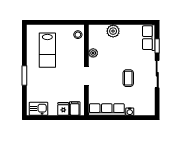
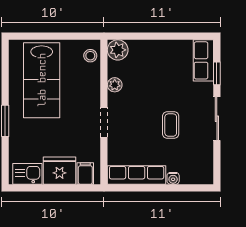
plant: (113, 31) -> (118, 50), moved
lab bench: (47, 50) -> (42, 80), width x1.36, depth x1.39
fridge: (63, 109) -> (60, 171), width x1.88, depth x1.34

